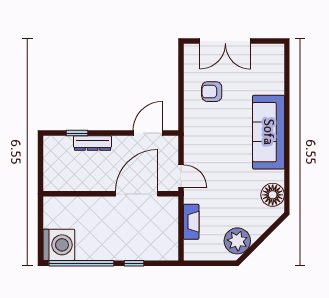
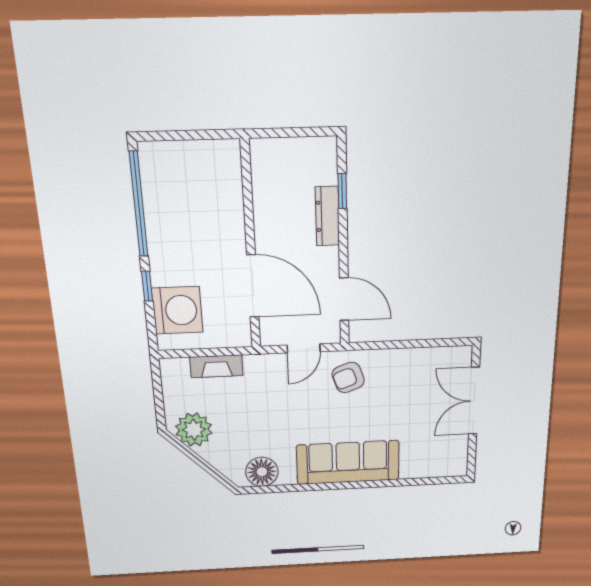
armchair: (212, 92) -> (348, 377), moved, turned -110
door: (181, 176) -> (304, 348), moved
washing machine: (59, 245) -> (177, 310), moved, turned -90

